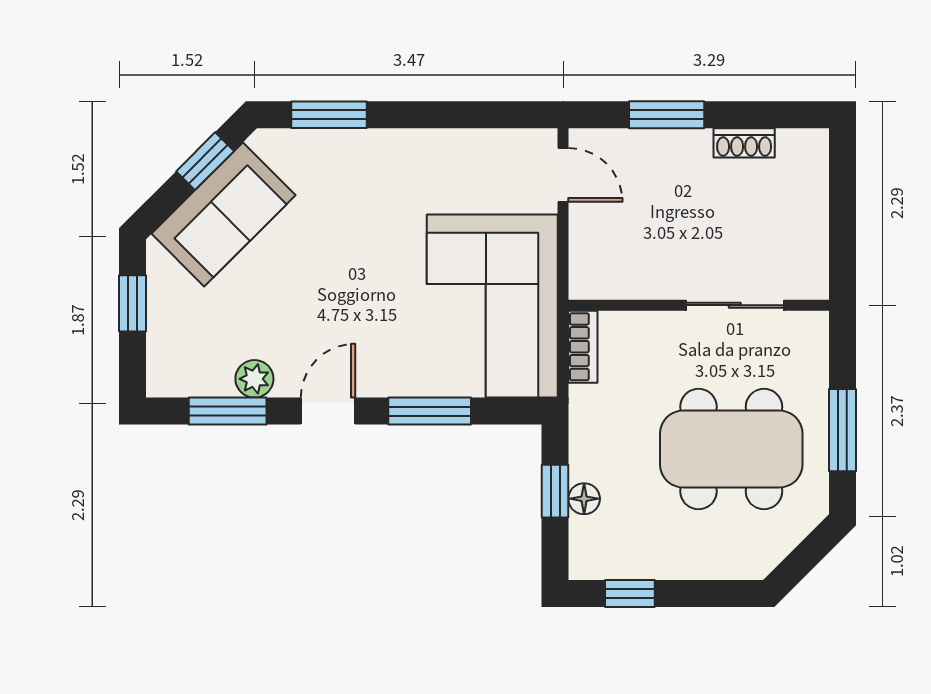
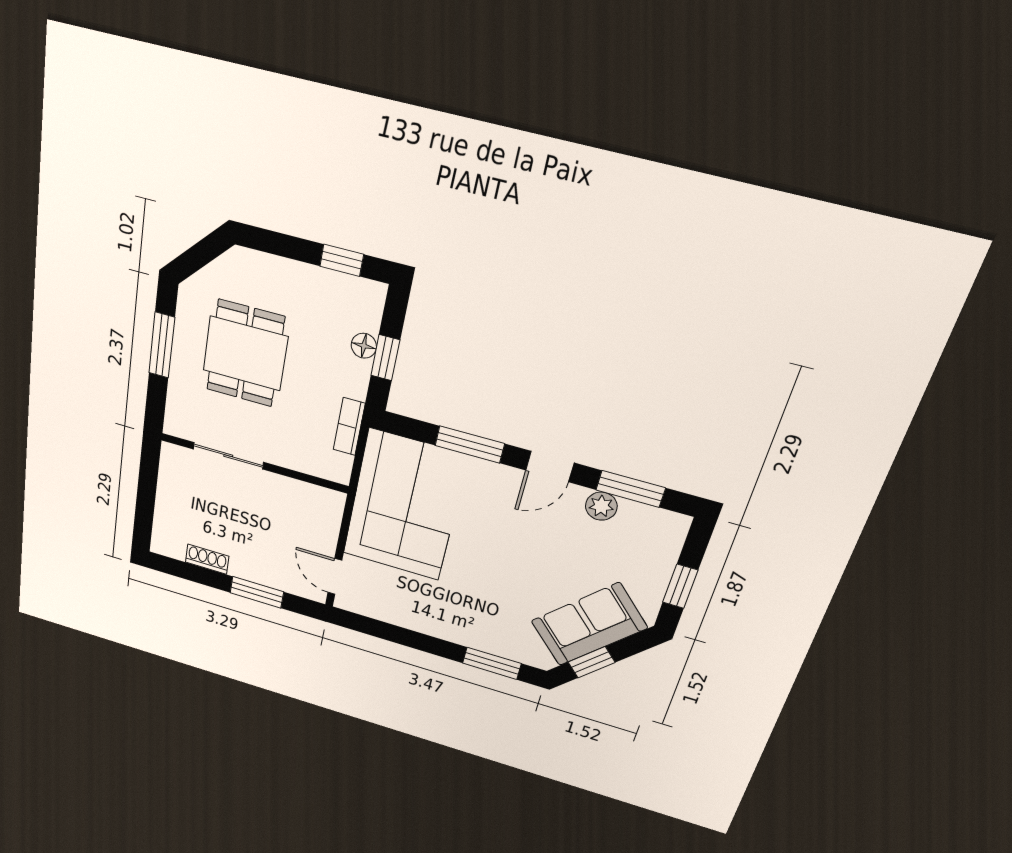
bookcase: (583, 347) -> (349, 426), moved
dining table: (731, 449) -> (245, 353), width x0.73

